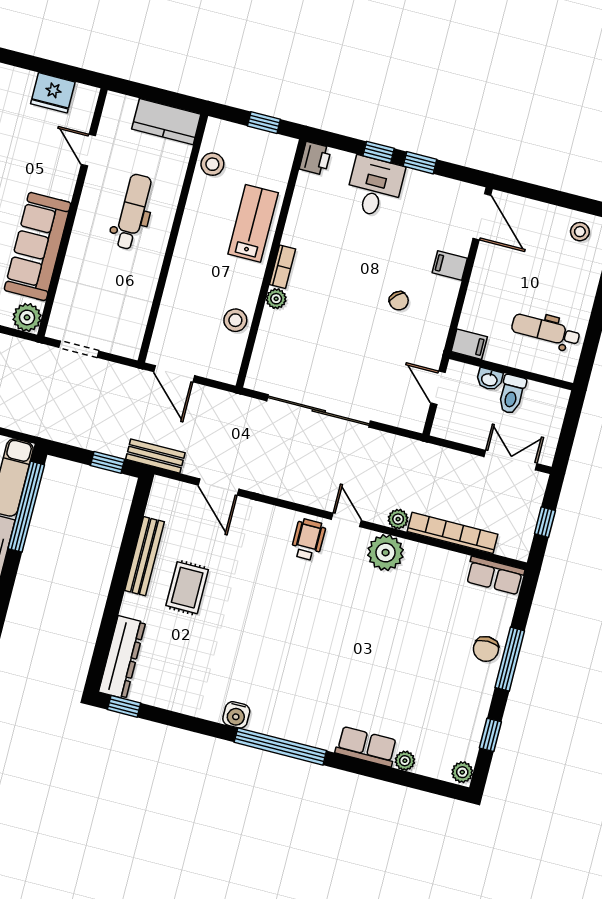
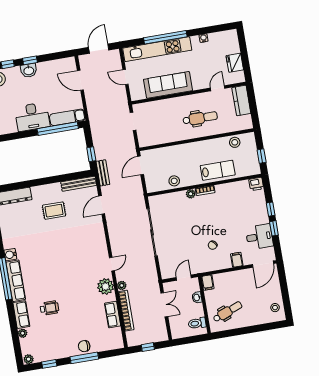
kitchen counter: (166, 122) -> (241, 100), moved
desk: (375, 187) -> (259, 237), moved
plant: (27, 317) -> (137, 94), removed
dental chair: (546, 330) -> (228, 312), turned 69
toilet: (512, 394) -> (197, 323), moved
double door: (511, 460) -> (164, 305), moved
wheelchair: (308, 540) -> (49, 308), moved
bench: (144, 556) -> (79, 184), moved
row of seats: (495, 576) -> (113, 315), moved
row of seats: (293, 727) -> (16, 281), added

